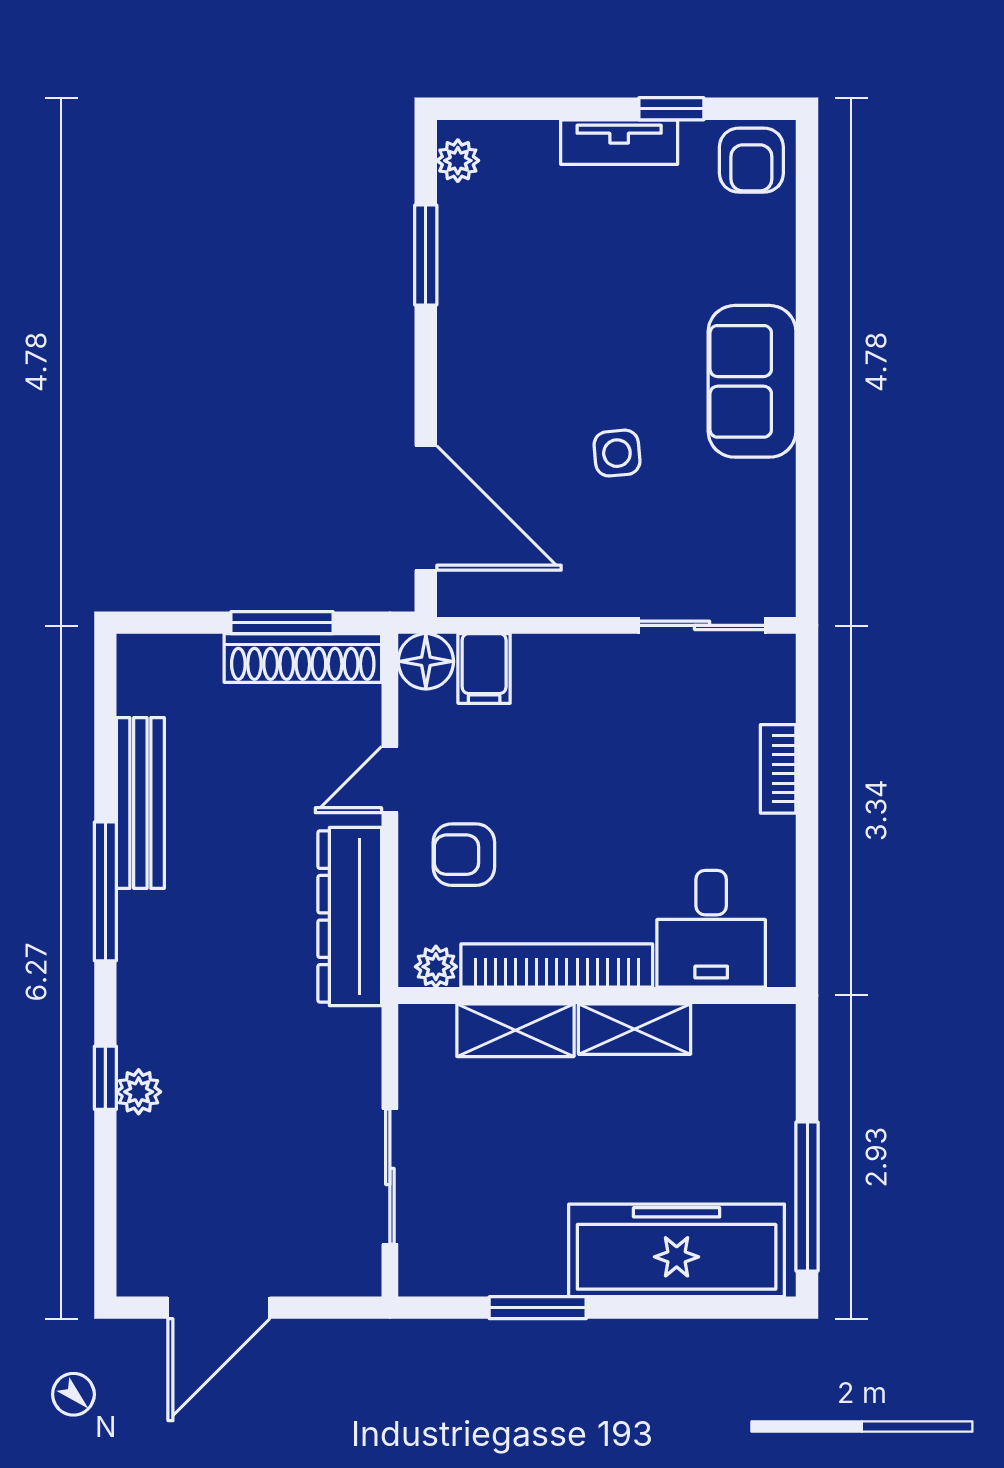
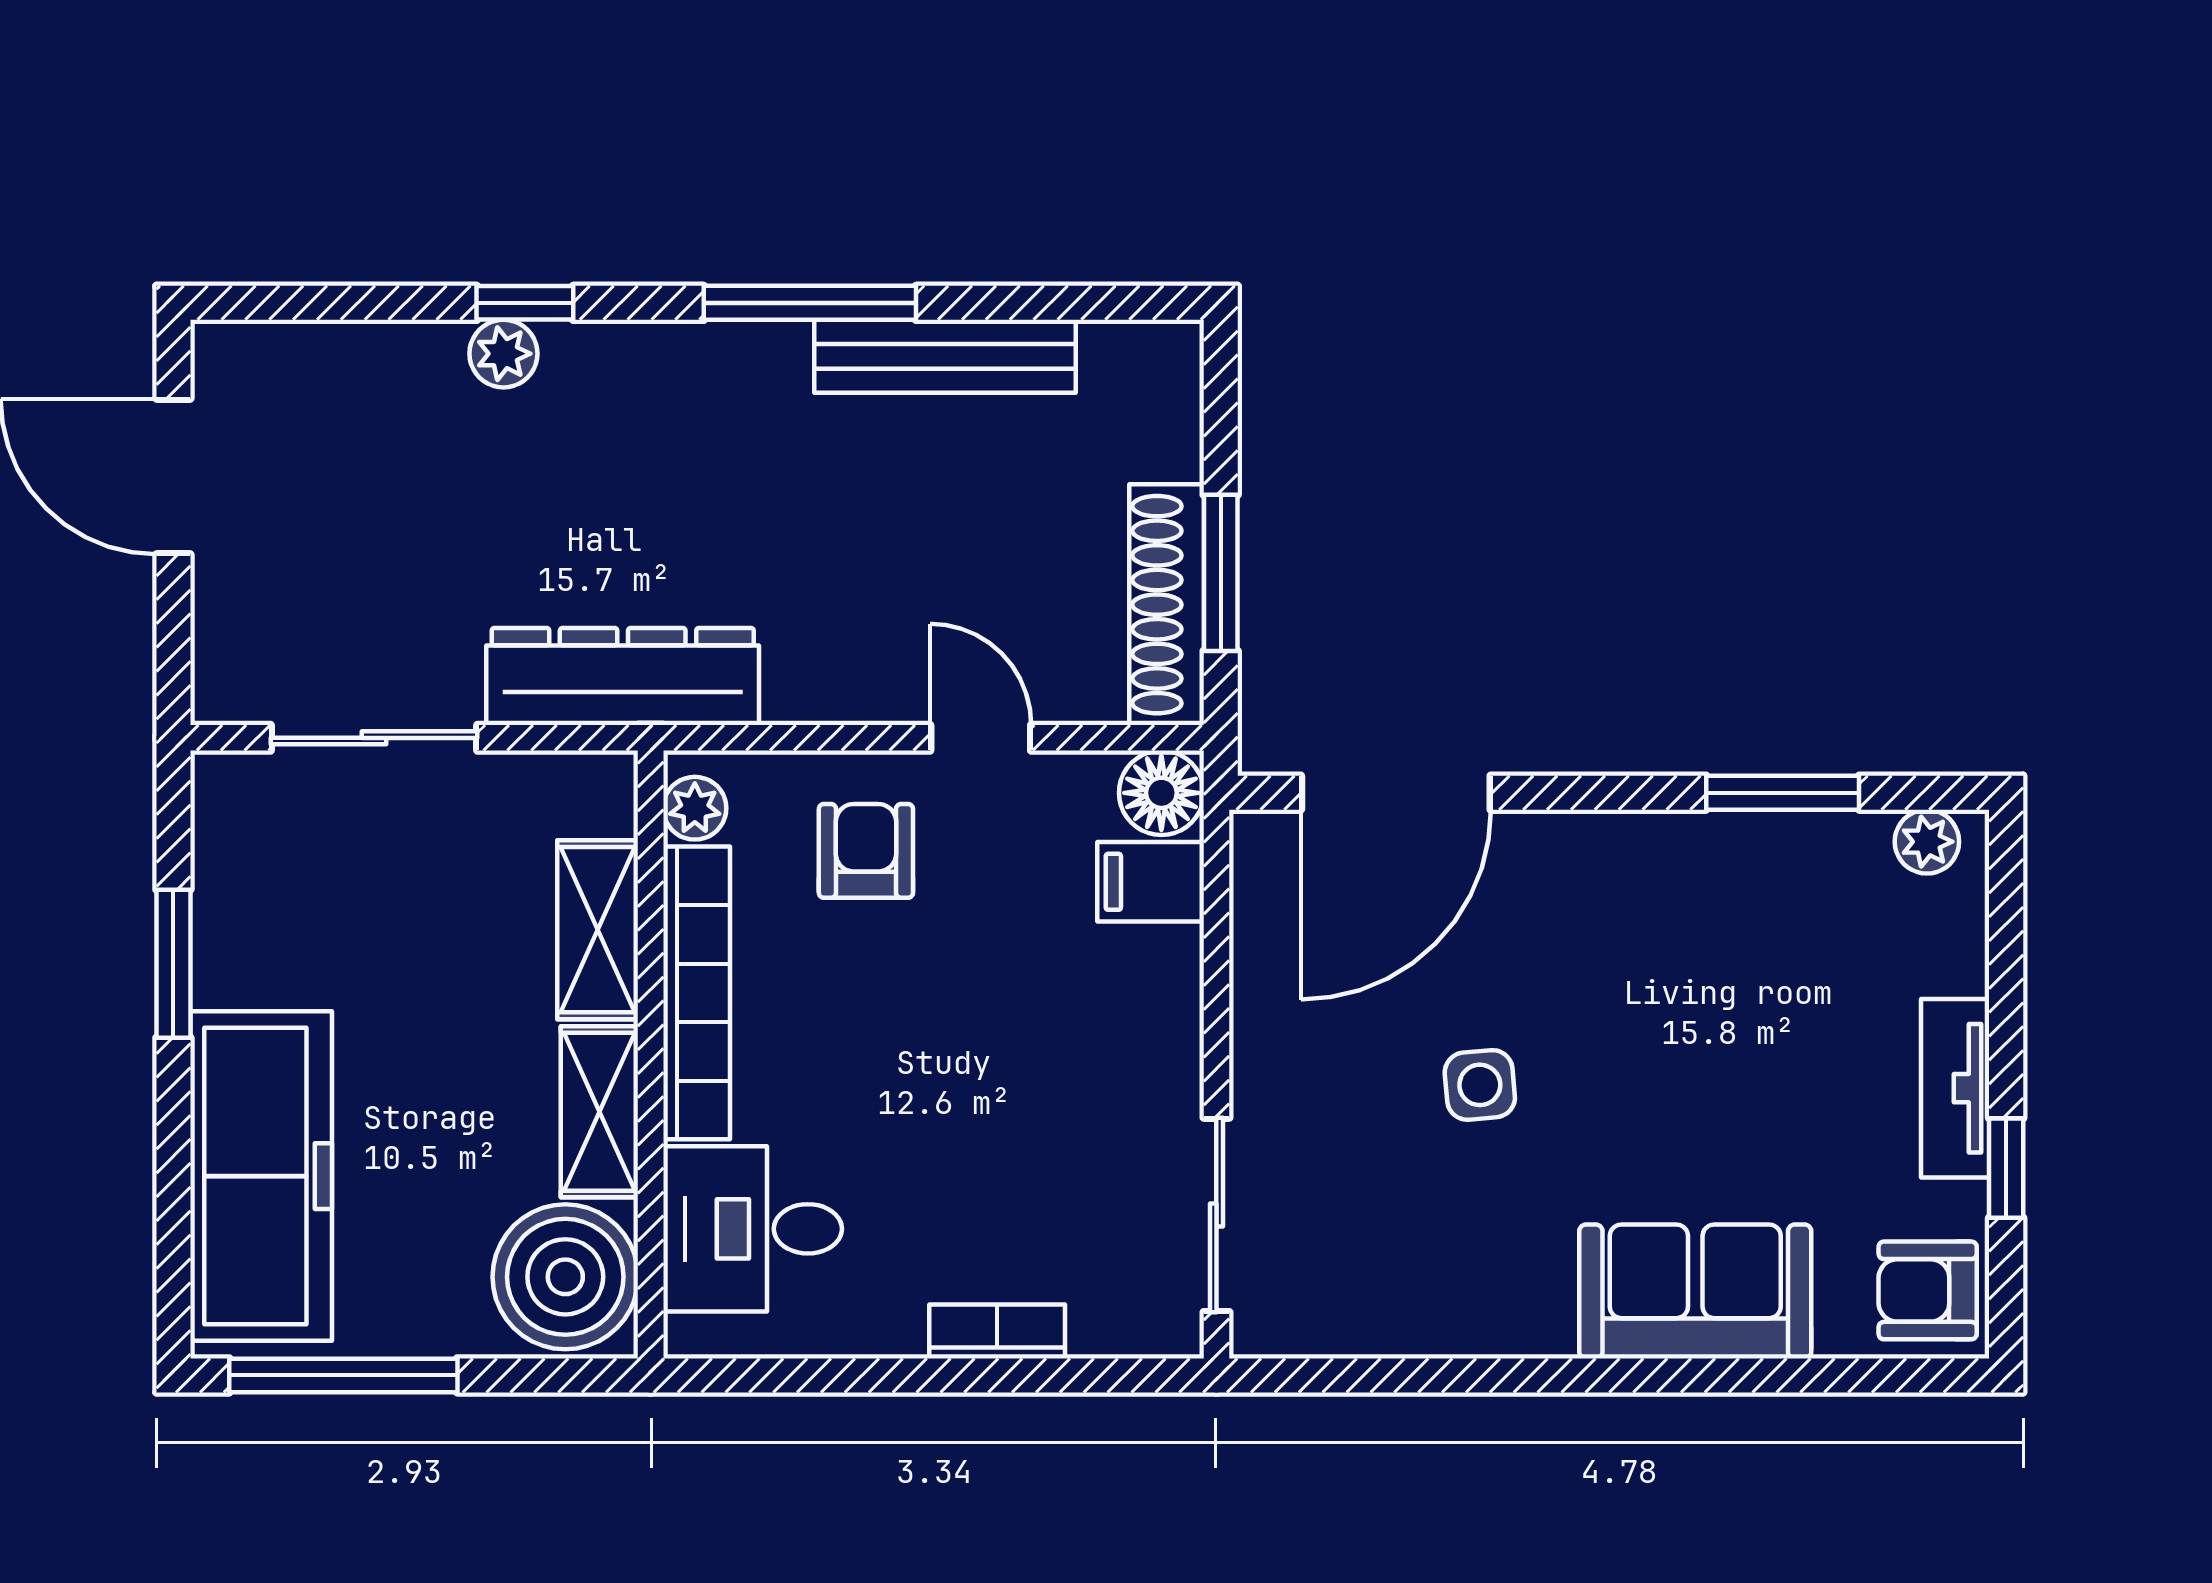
sofa: (752, 381) -> (1695, 1291), moved
dresser: (350, 916) -> (623, 676), moved
boiler: (742, 1051) -> (565, 1277), added

